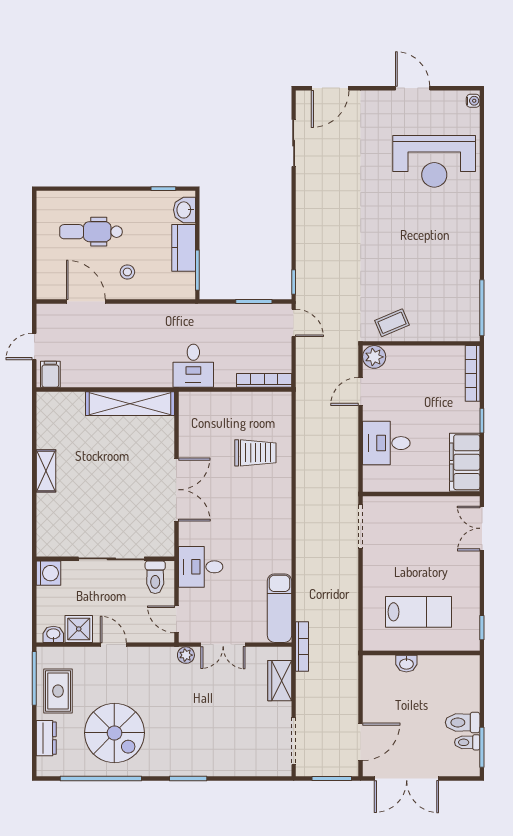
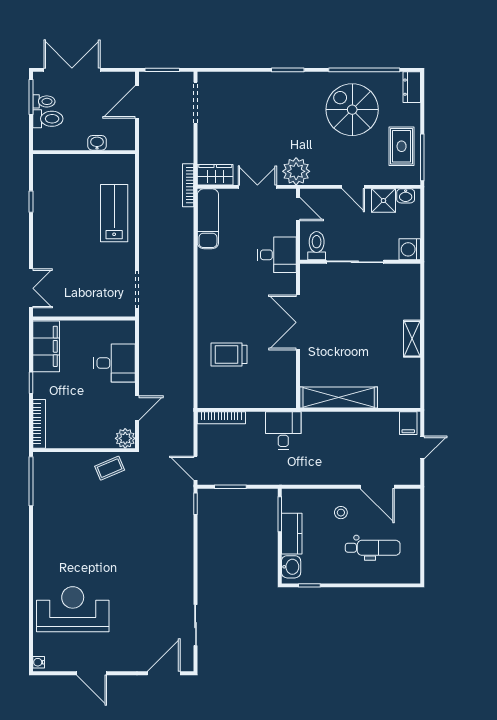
lab bench: (419, 612) -> (114, 213), moved, turned 90
wall: (421, 653) -> (84, 152), moved
plant: (186, 655) -> (296, 171), width x1.88, depth x1.88
washbasin: (406, 664) -> (97, 143), moved
wardrobe: (280, 681) -> (215, 175), moved, turned -90
dresser: (46, 738) -> (412, 87), moved
double door: (407, 778) -> (72, 70), moved

